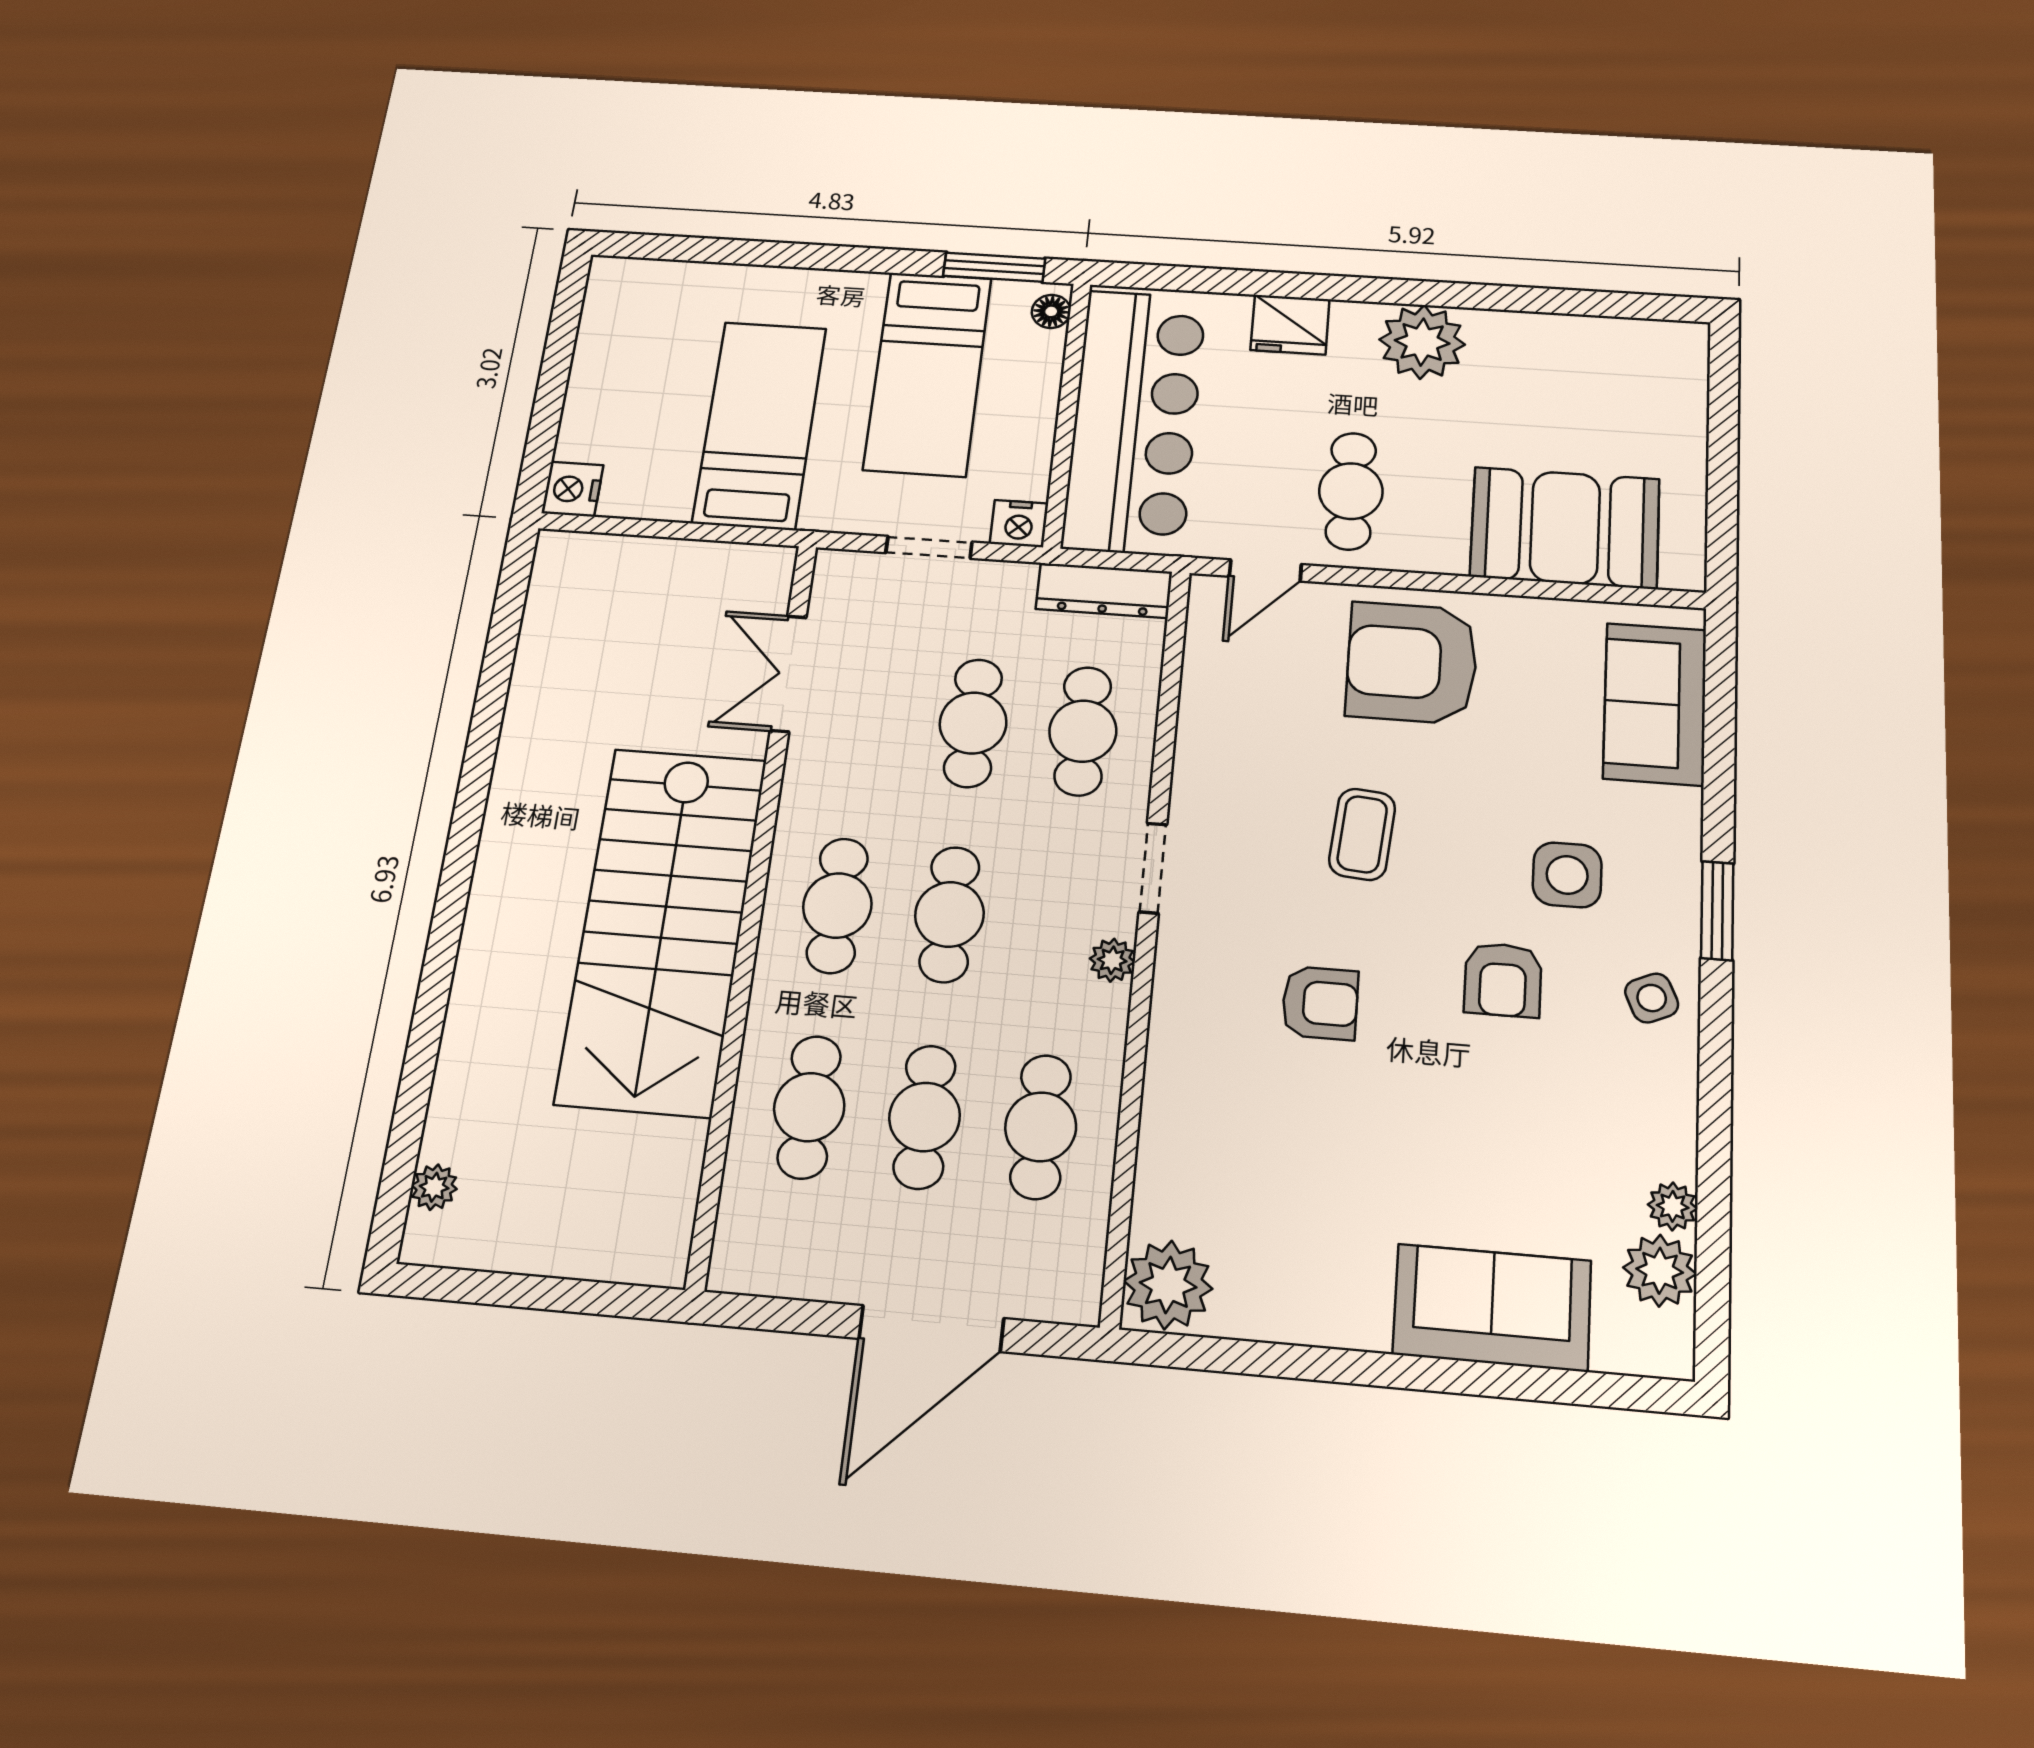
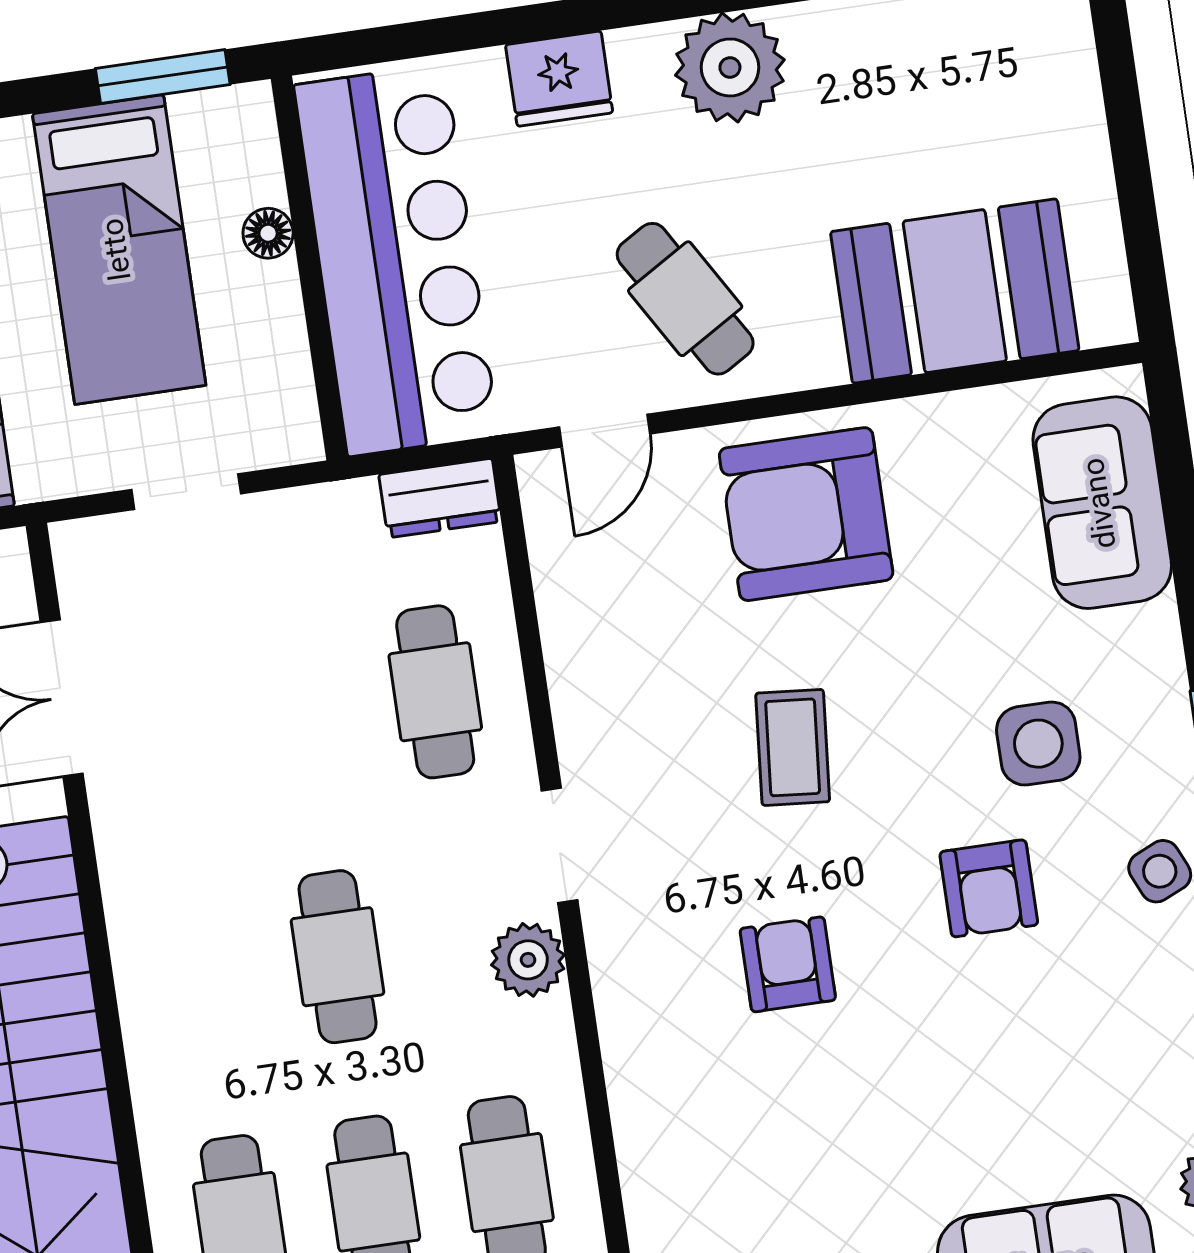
floor lamp: (1051, 311) -> (268, 233), moved
cafe table: (1351, 491) -> (685, 299), turned -31
nightstand: (1019, 524) -> (288, 434), removed
dresser: (1104, 590) -> (440, 498), width x0.70
cafe table: (973, 723) -> (302, 711), removed
cafe table: (837, 905) -> (204, 976), removed
plant: (1112, 960) -> (528, 960), width x1.38, depth x1.38
armchair: (1320, 1003) -> (788, 964), turned -90

